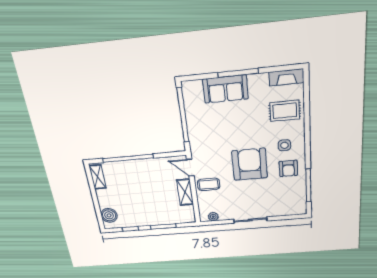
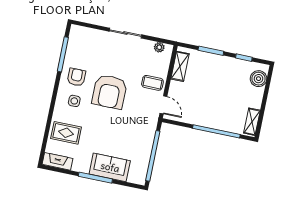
shelving: (185, 192) -> (180, 66), moved

